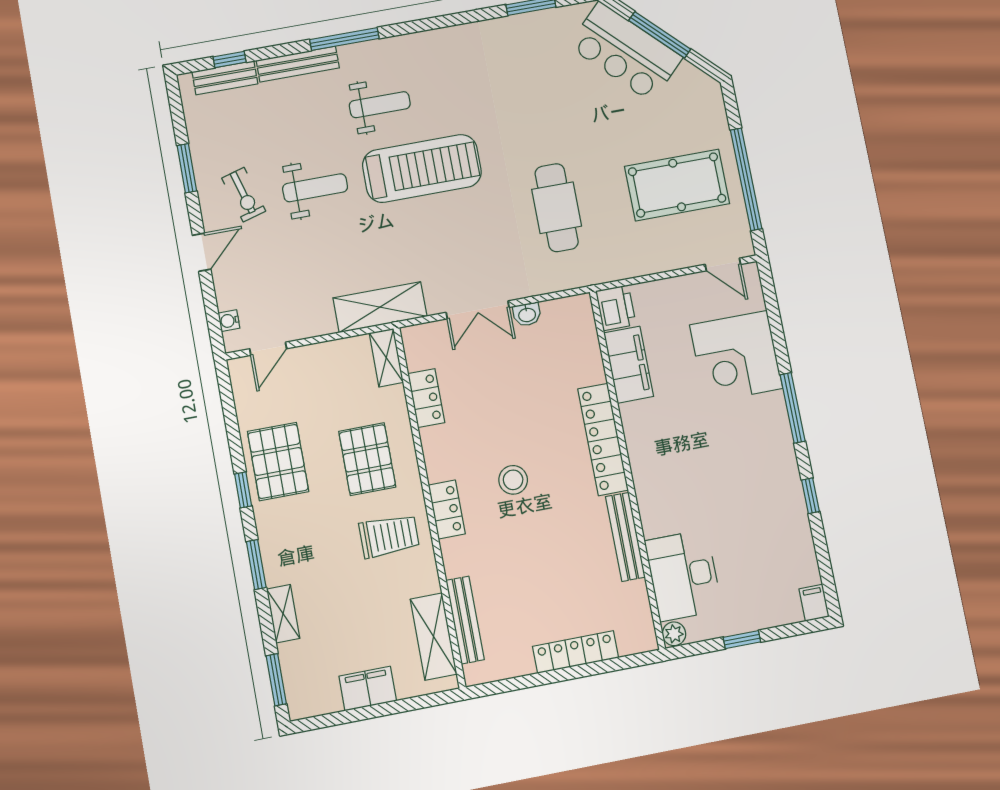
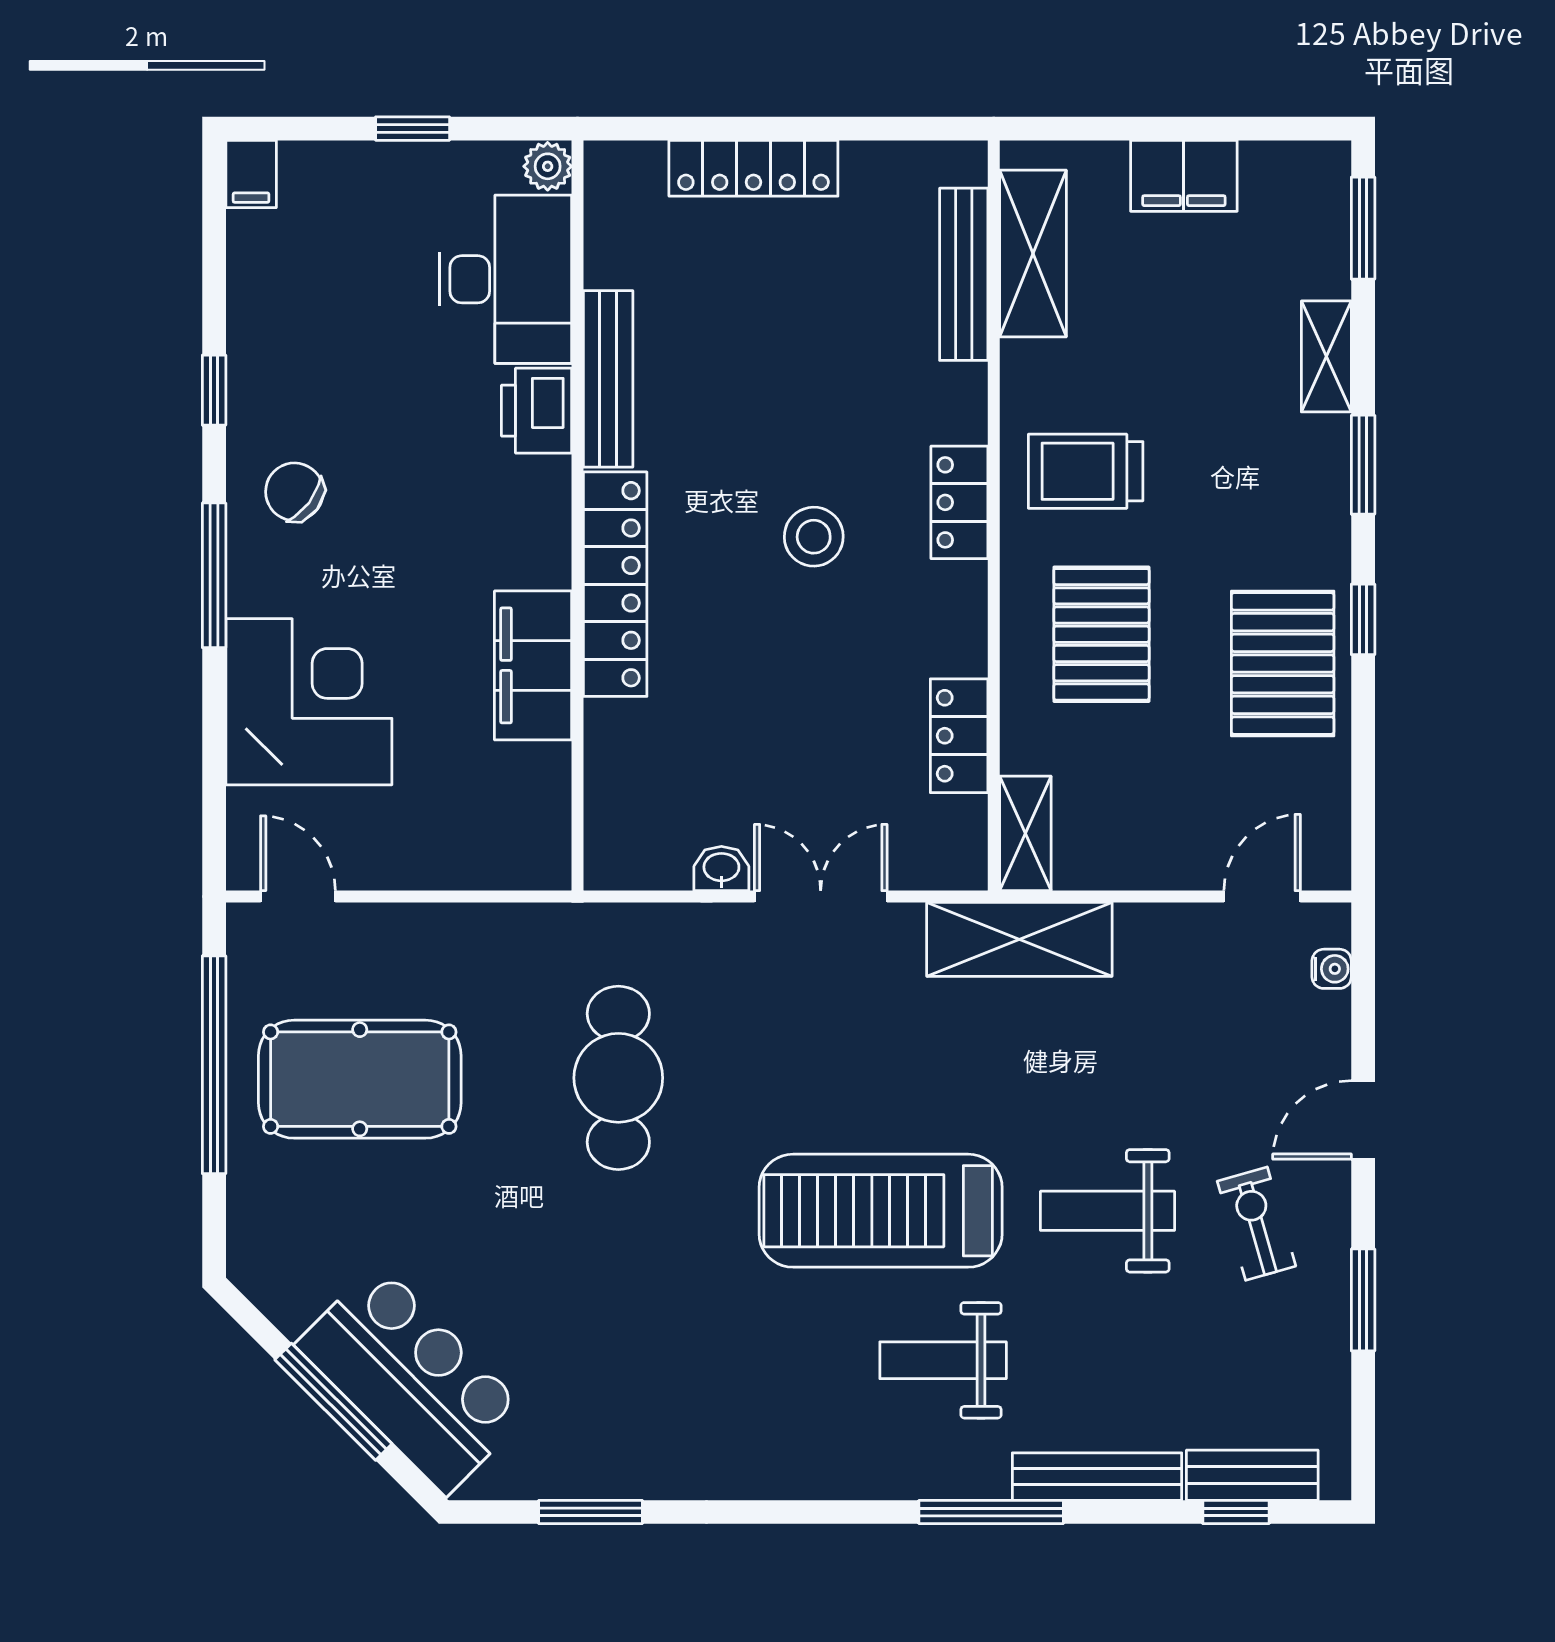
printer: (616, 308) -> (537, 411), moved
filing cabinet: (629, 365) -> (533, 665), moved
chair: (763, 455) -> (294, 492), added

